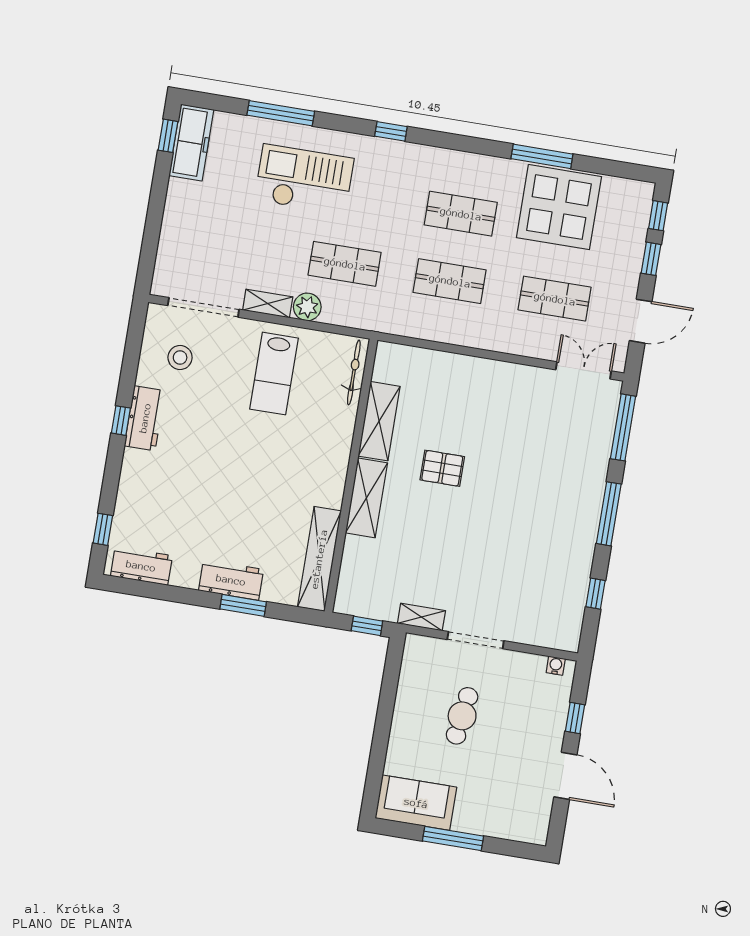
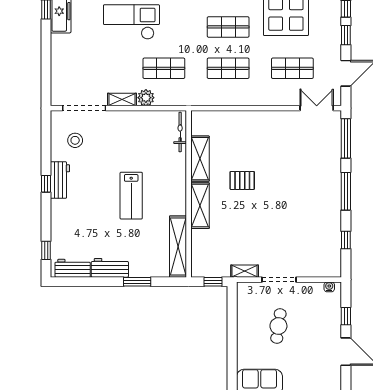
lab bench: (274, 374) -> (131, 196), moved
workbench: (231, 580) -> (110, 268), moved

